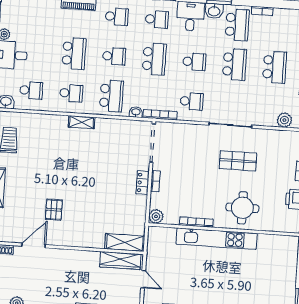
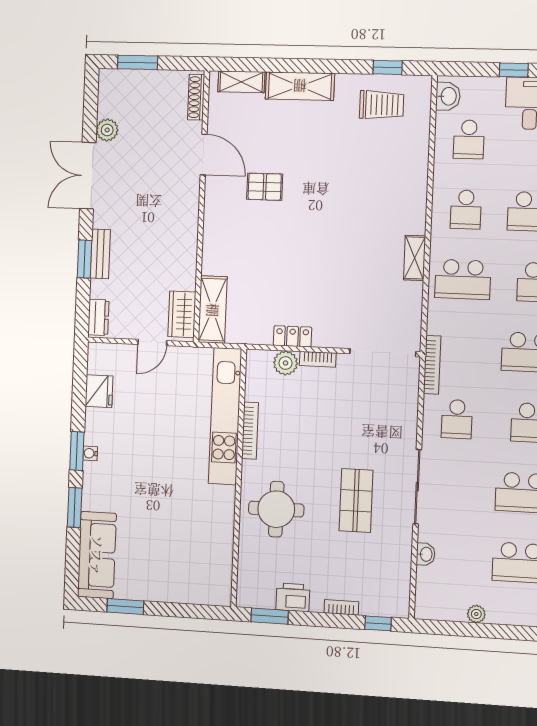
washbasin: (136, 112) -> (426, 554), moved
plant: (284, 120) -> (428, 580), removed
shelving: (82, 122) -> (415, 258), moved
locker: (143, 183) -> (292, 336), moved
plant: (156, 216) -> (286, 363), moved
kitchen unit: (217, 239) -> (225, 416), moved
wardrobe: (120, 261) -> (182, 314), width x0.67

